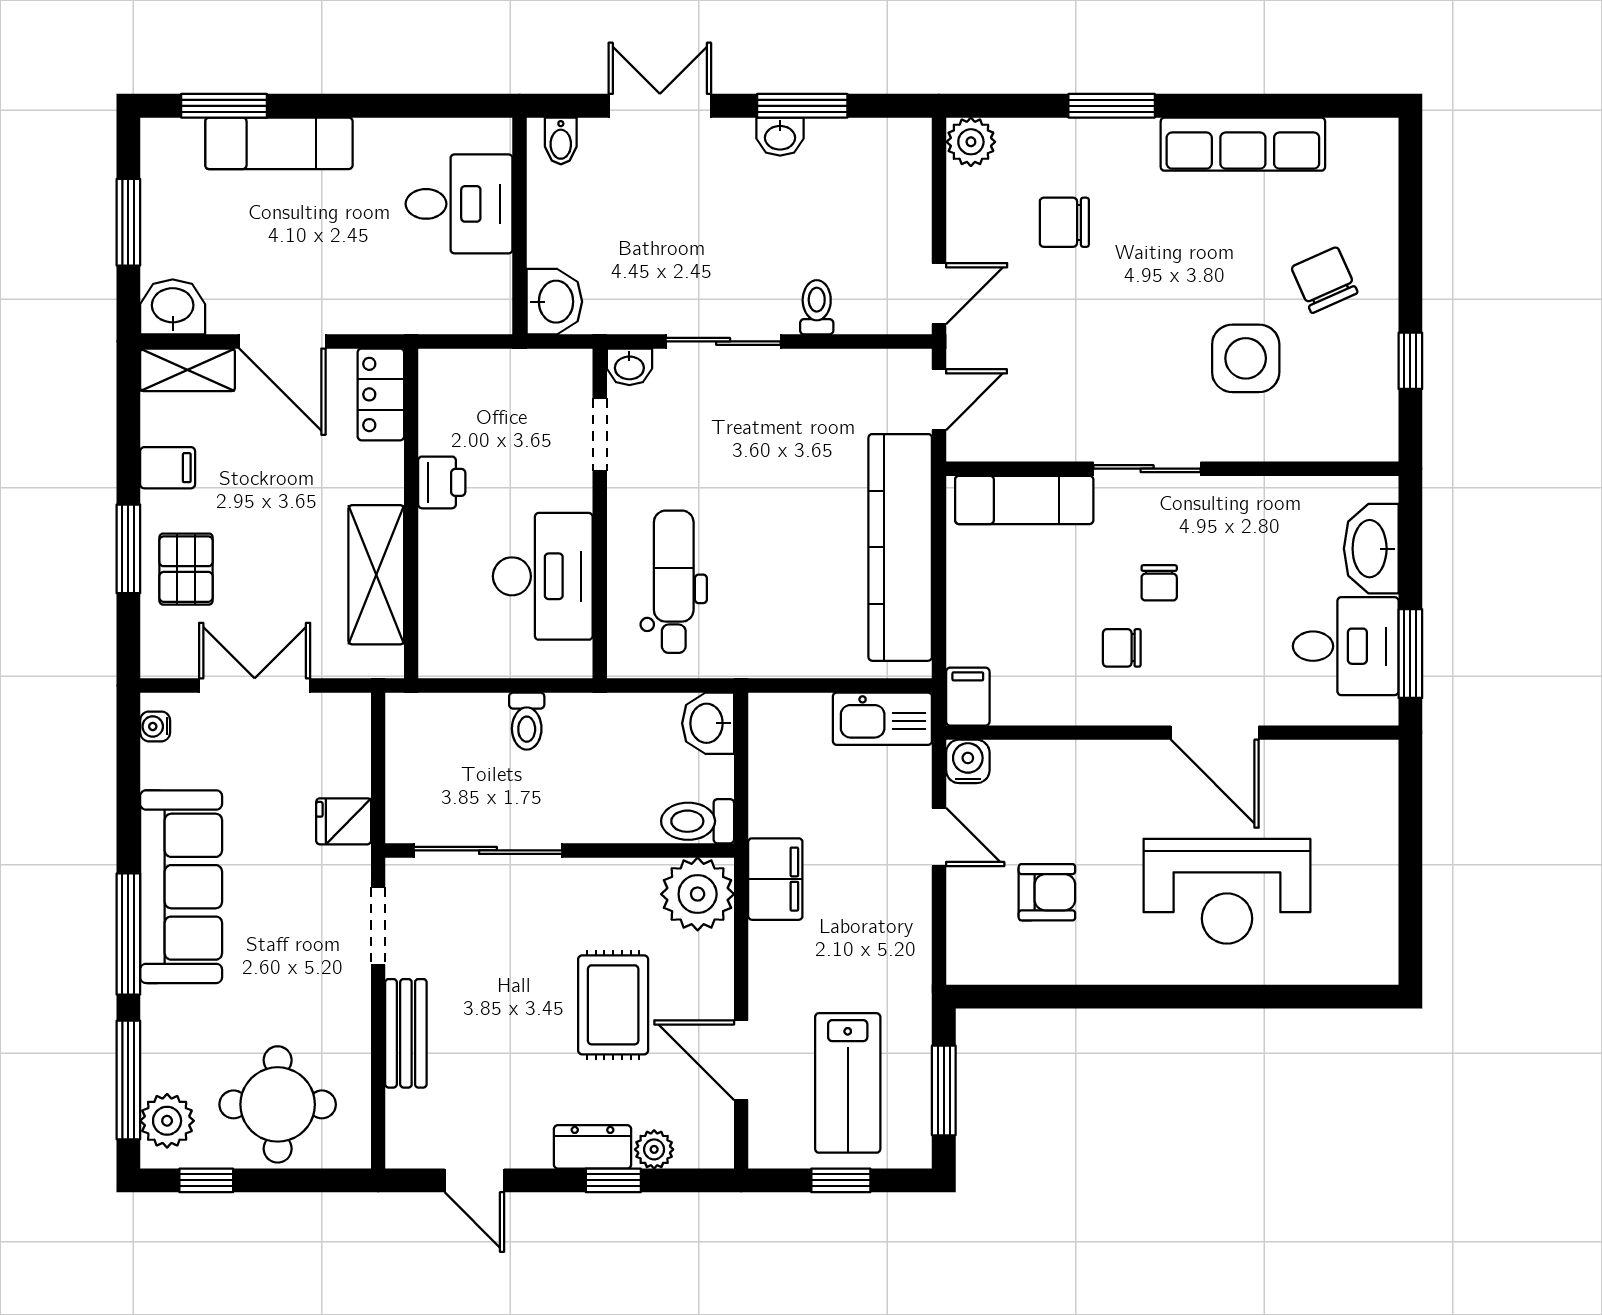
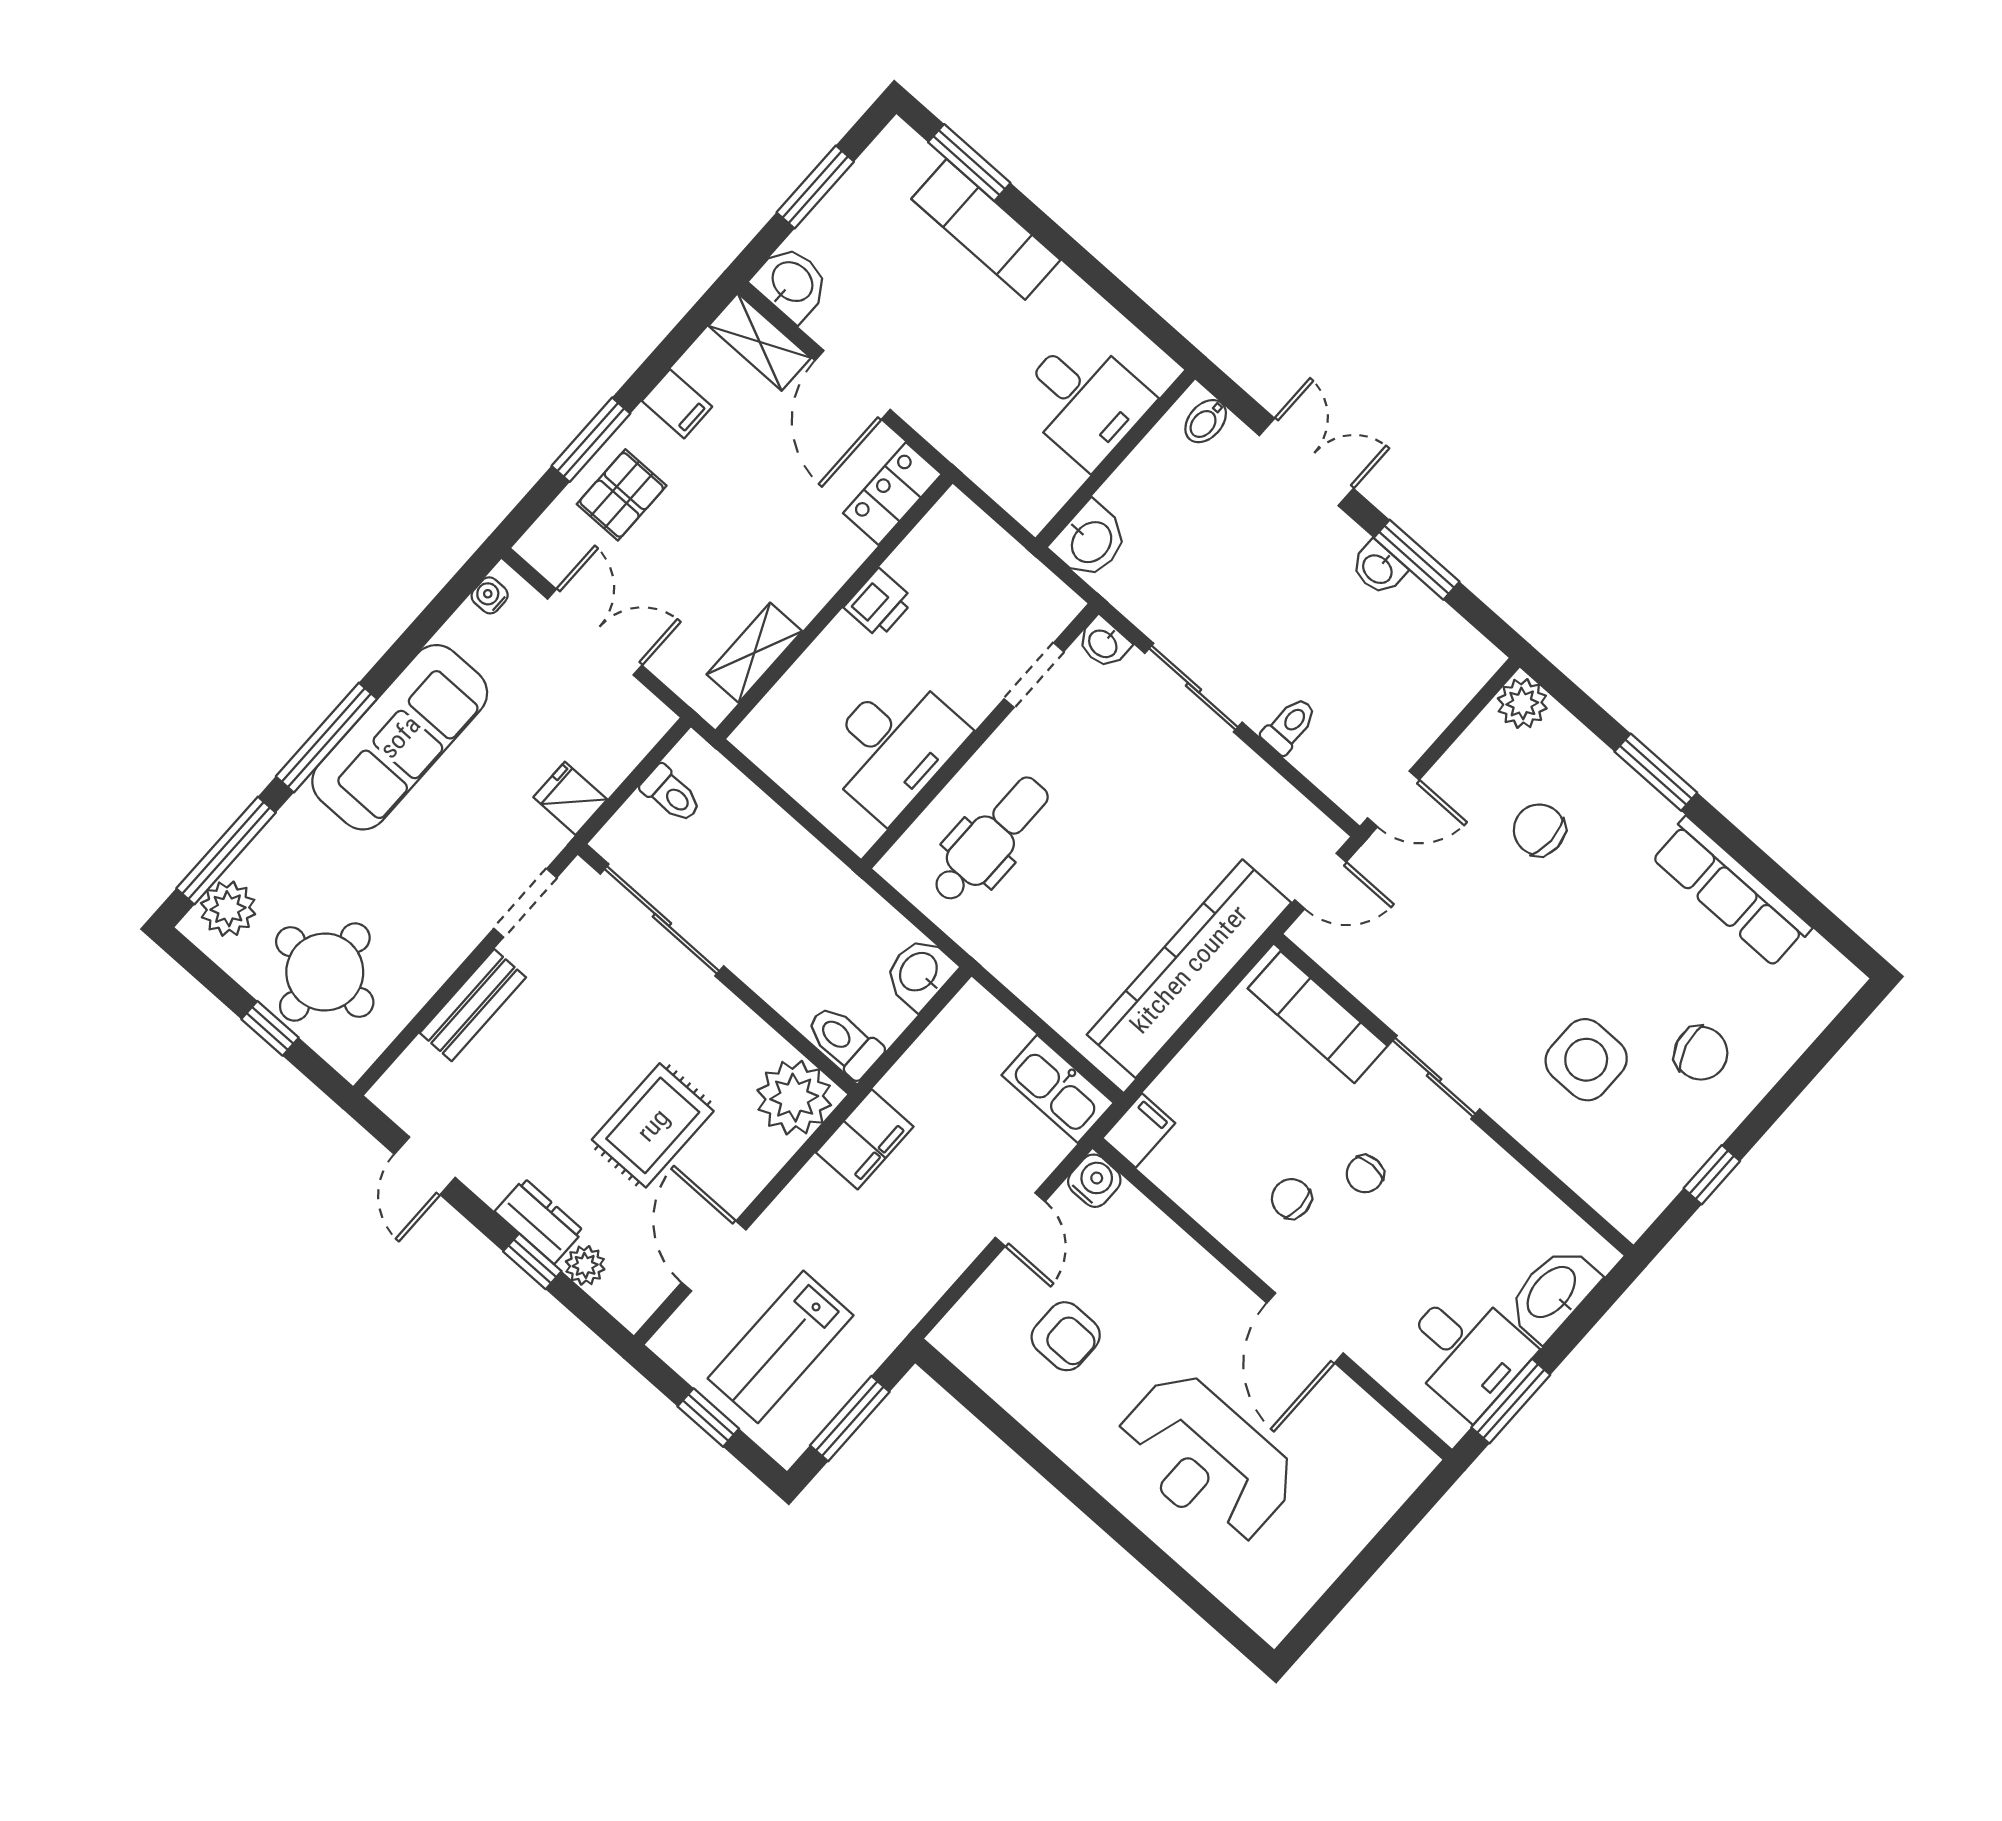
chair: (1324, 280) -> (1701, 1053), turned 99
shelving: (376, 575) -> (754, 653), width x0.67, depth x0.75
toilet: (527, 721) -> (671, 794), moved, turned -90
window: (206, 1180) -> (270, 1028), moved

